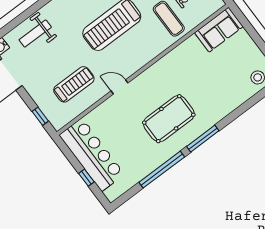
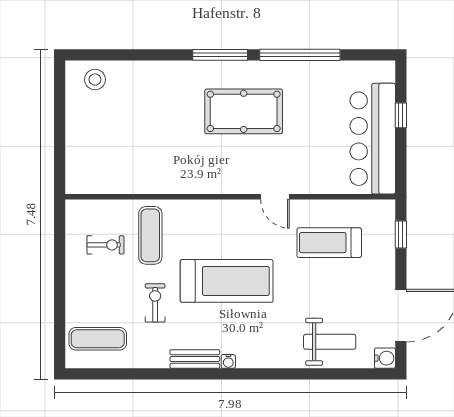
sofa: (219, 30) -> (98, 175), removed

